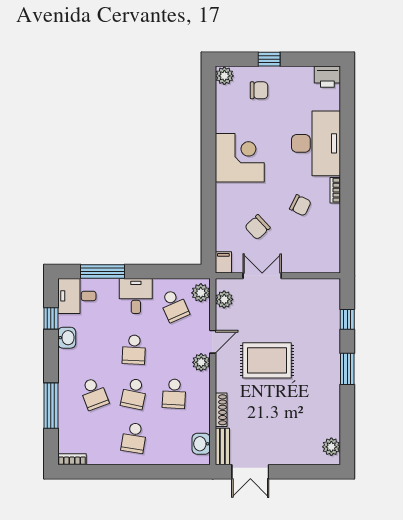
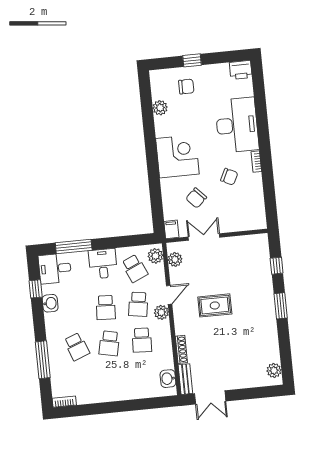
plant: (224, 76) -> (160, 108), moved
corner desk: (240, 158) -> (177, 156), moved
rug: (267, 360) -> (215, 305), width x0.73, depth x0.70
school desk: (134, 438) -> (138, 304), moved

